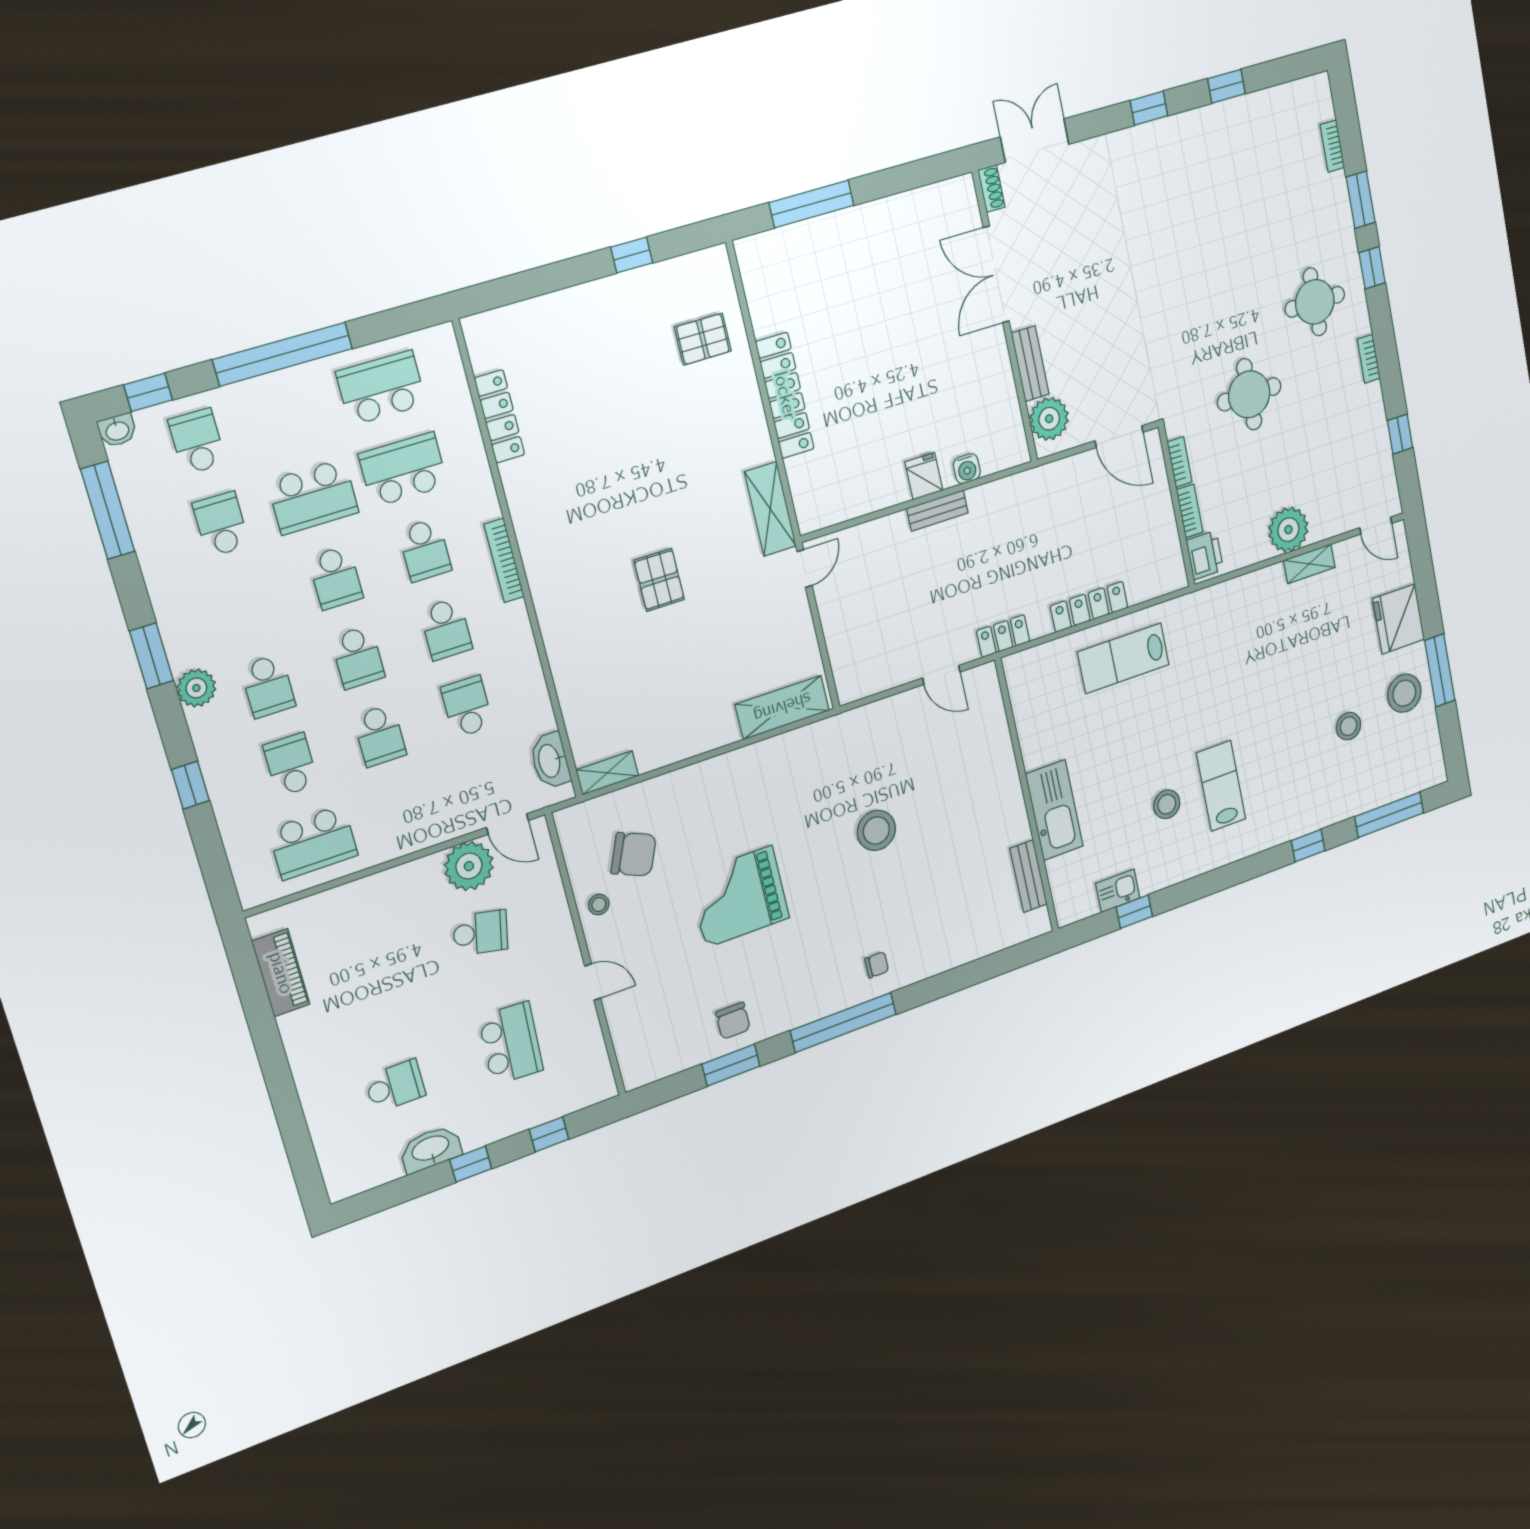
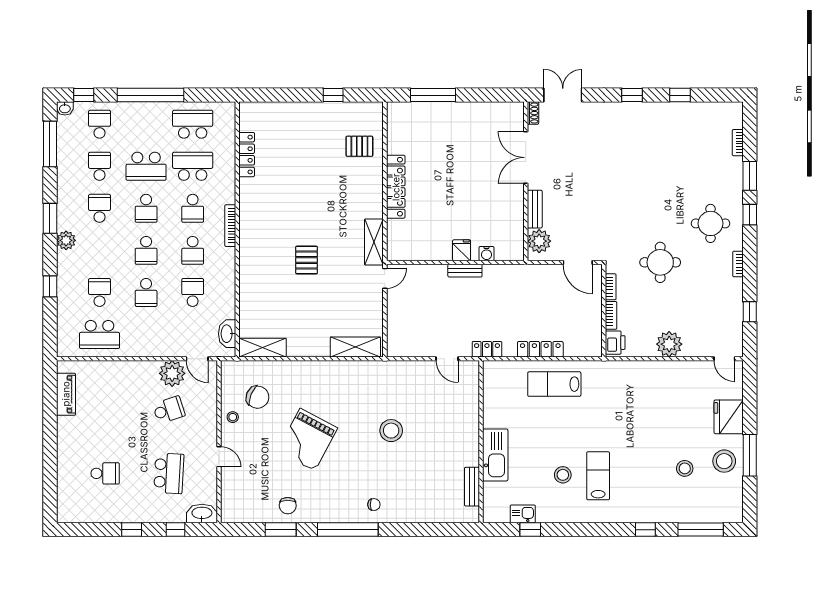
shelving: (1309, 564) -> (678, 367), removed
school desk: (268, 686) -> (100, 208), moved, turned 180
shelving: (607, 773) -> (263, 348), width x1.50, depth x1.33
grand piano: (739, 897) -> (307, 440), turned -62
school desk: (480, 933) -> (169, 410), turned -30
washbasin: (431, 1149) -> (202, 513), moved

